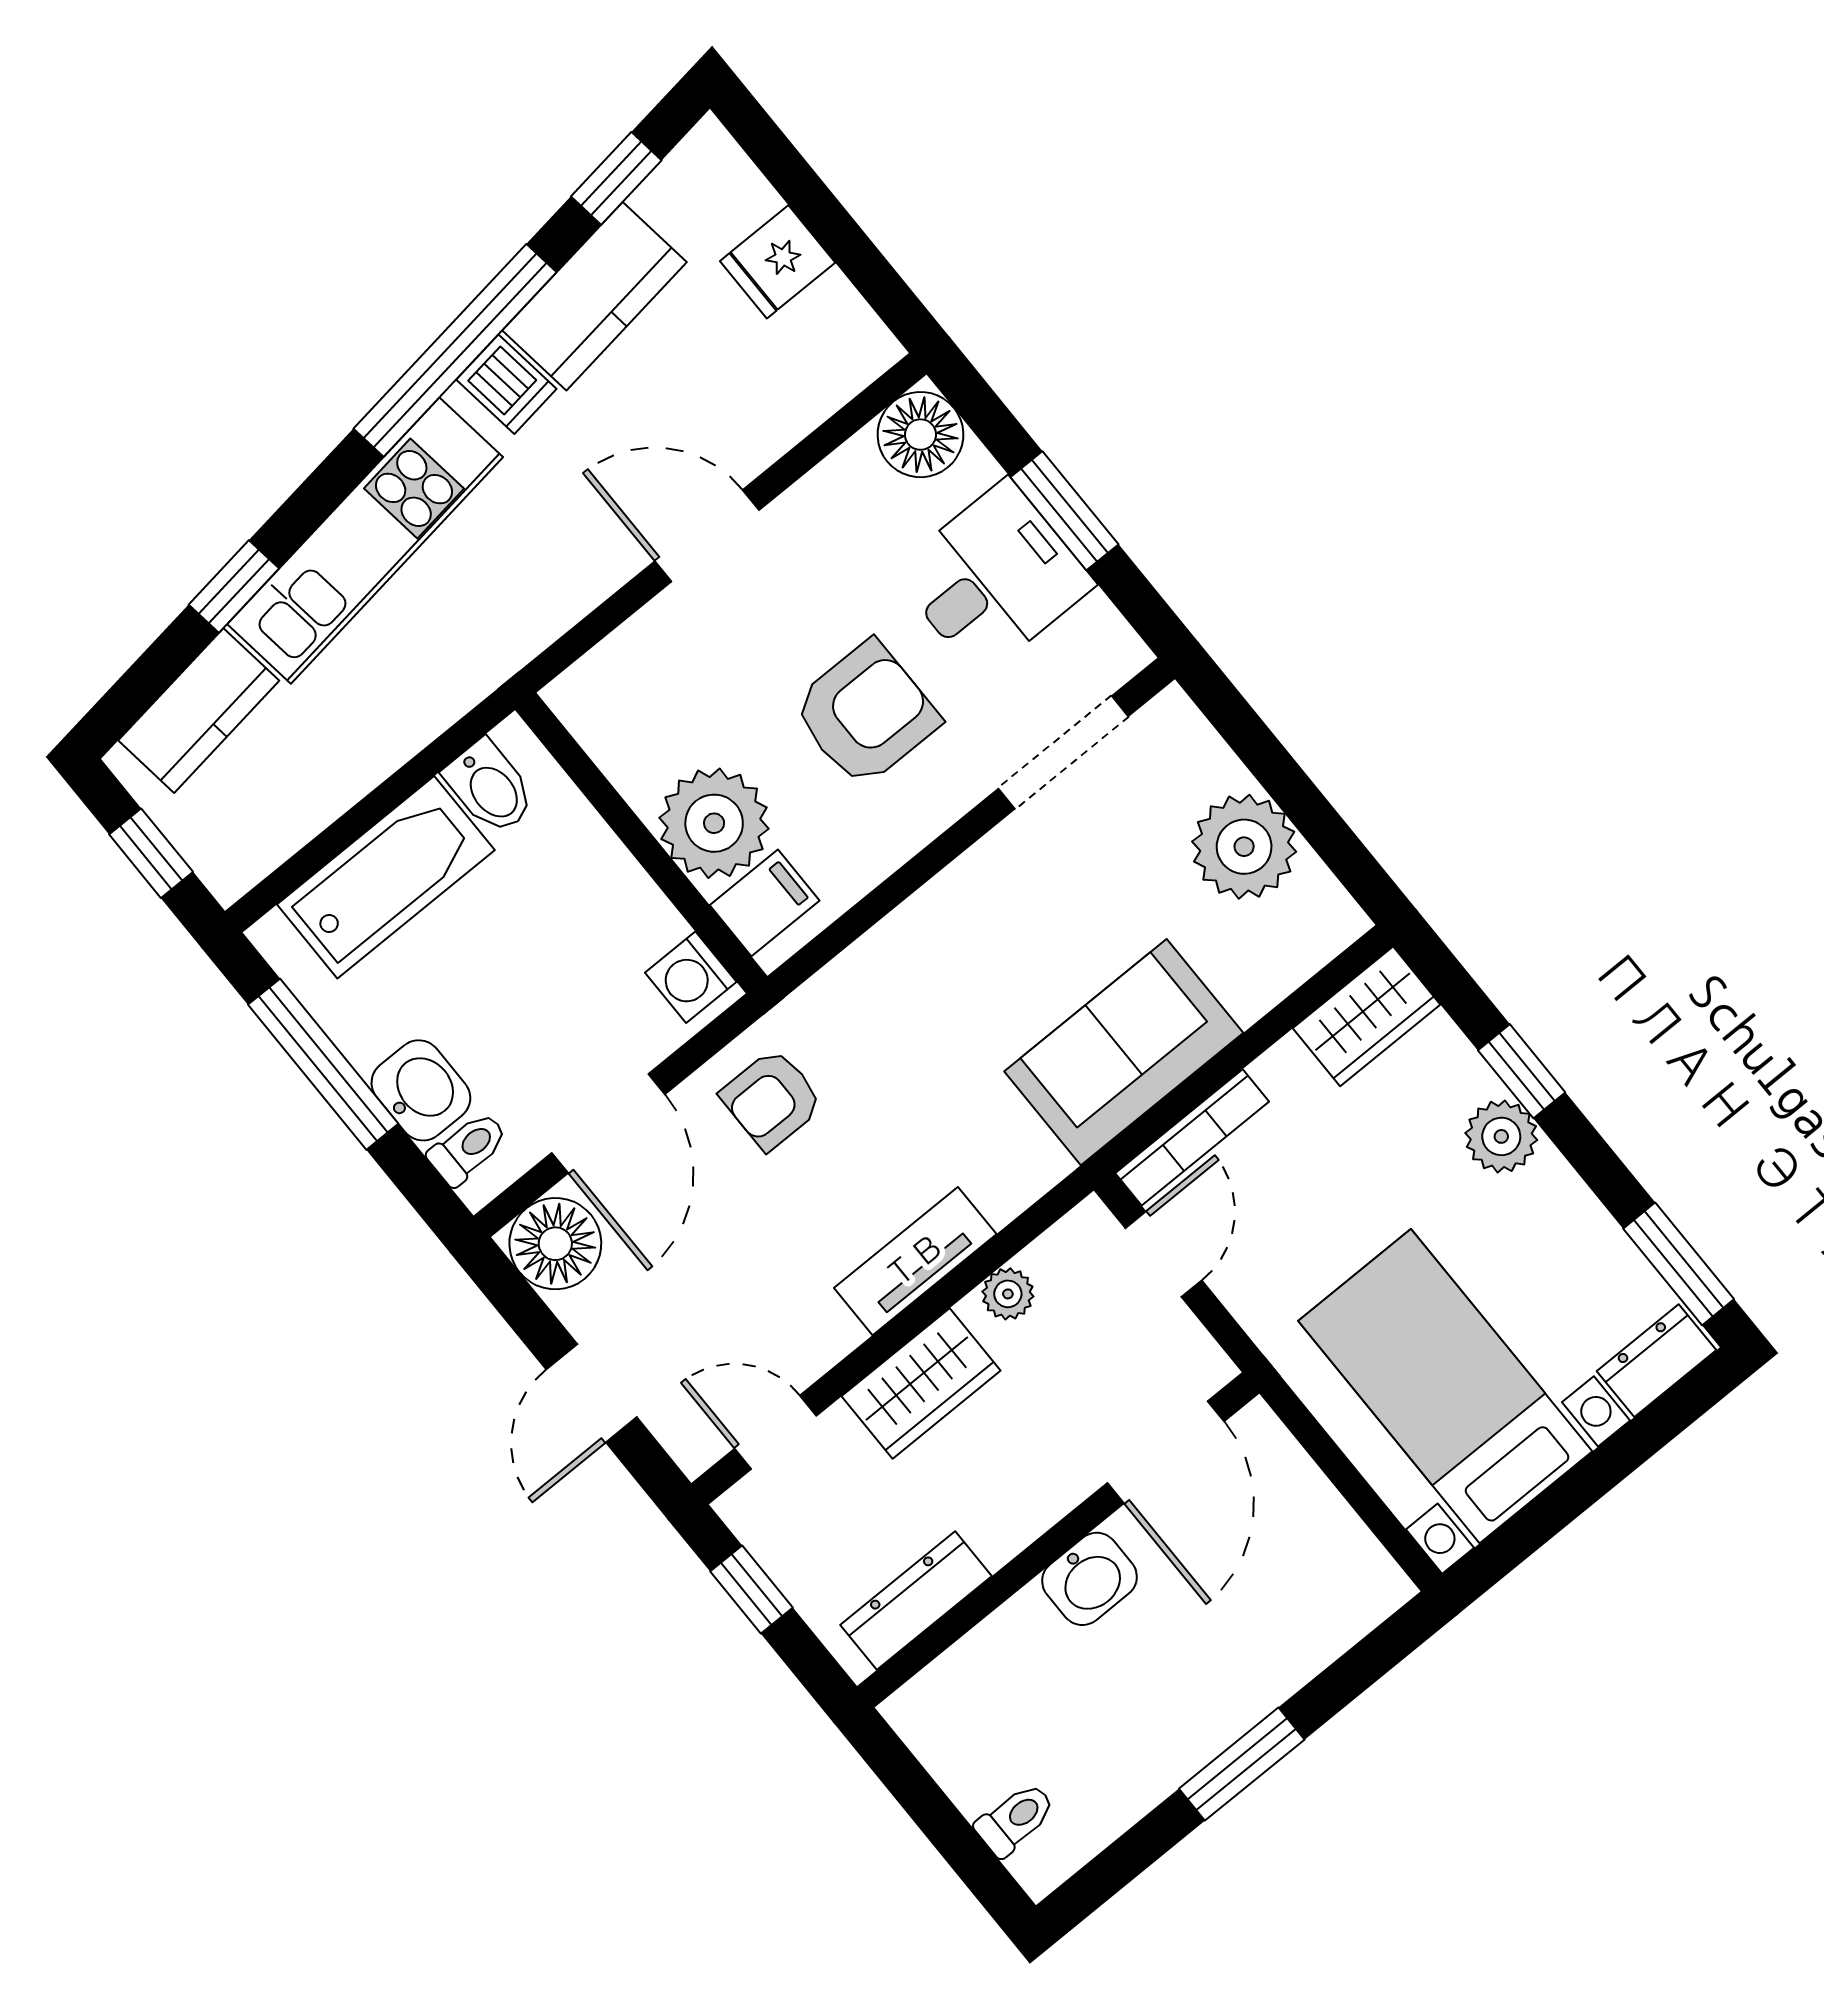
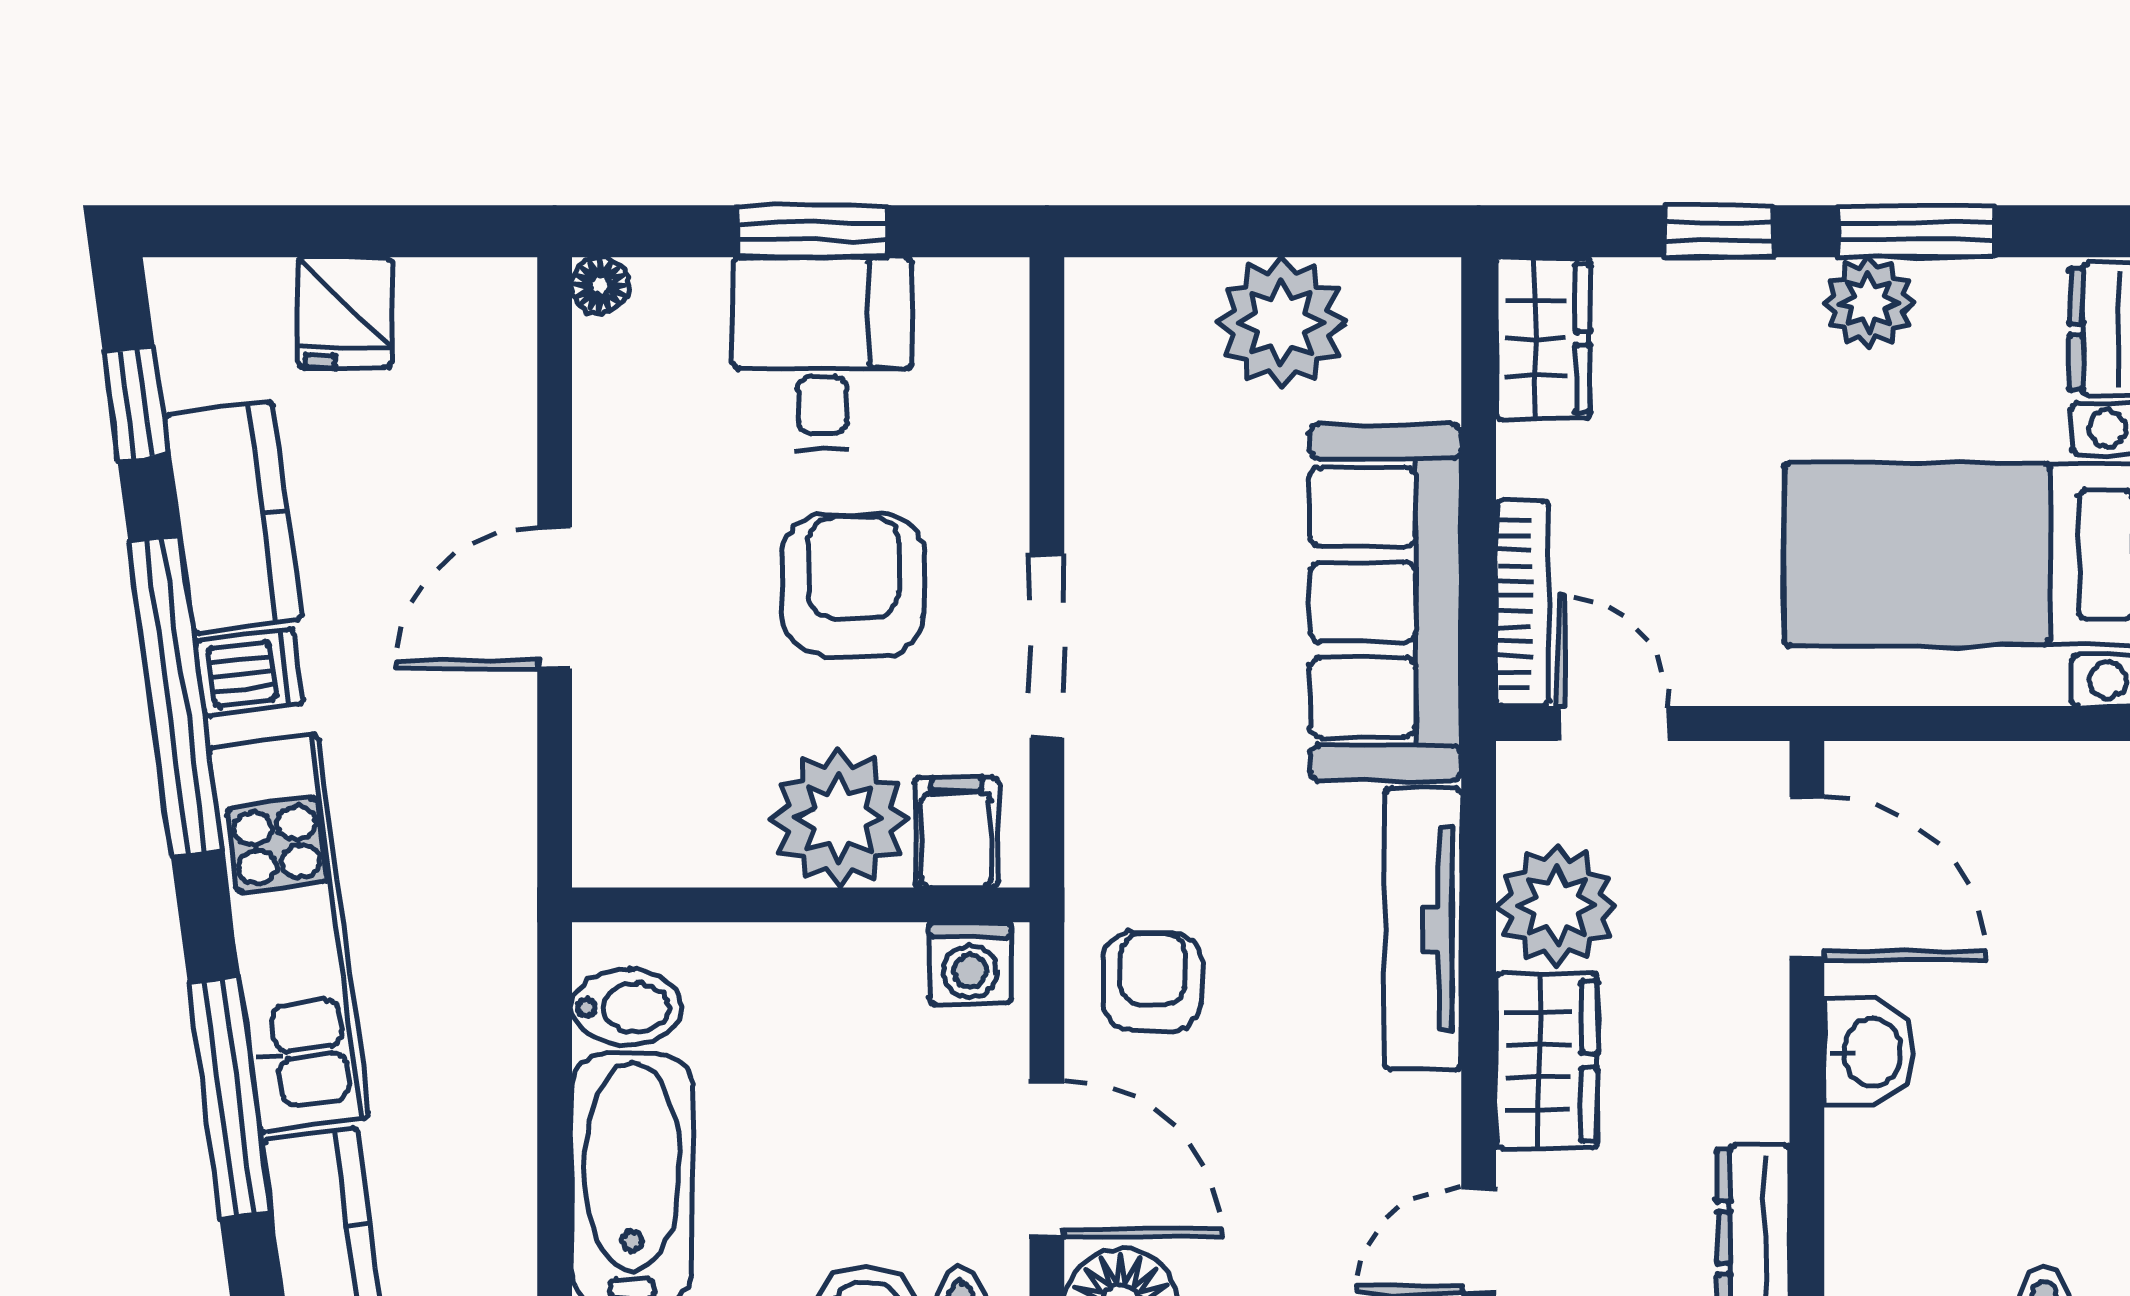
floor lamp: (920, 435) -> (600, 285), width x0.53, depth x0.53
window: (234, 586) -> (229, 1097), width x2.17
doorway: (1063, 752) -> (1047, 646), moved
sofa: (1124, 1052) -> (1386, 602), width x1.36
armchair: (772, 1099) -> (1153, 981), turned 180
plant: (1501, 1136) -> (1869, 303), moved
tv unit: (915, 1261) -> (1423, 929), width x1.41
window: (1679, 1264) -> (1916, 231), moved
plant: (1008, 1294) -> (1557, 906), width x1.88, depth x1.88

